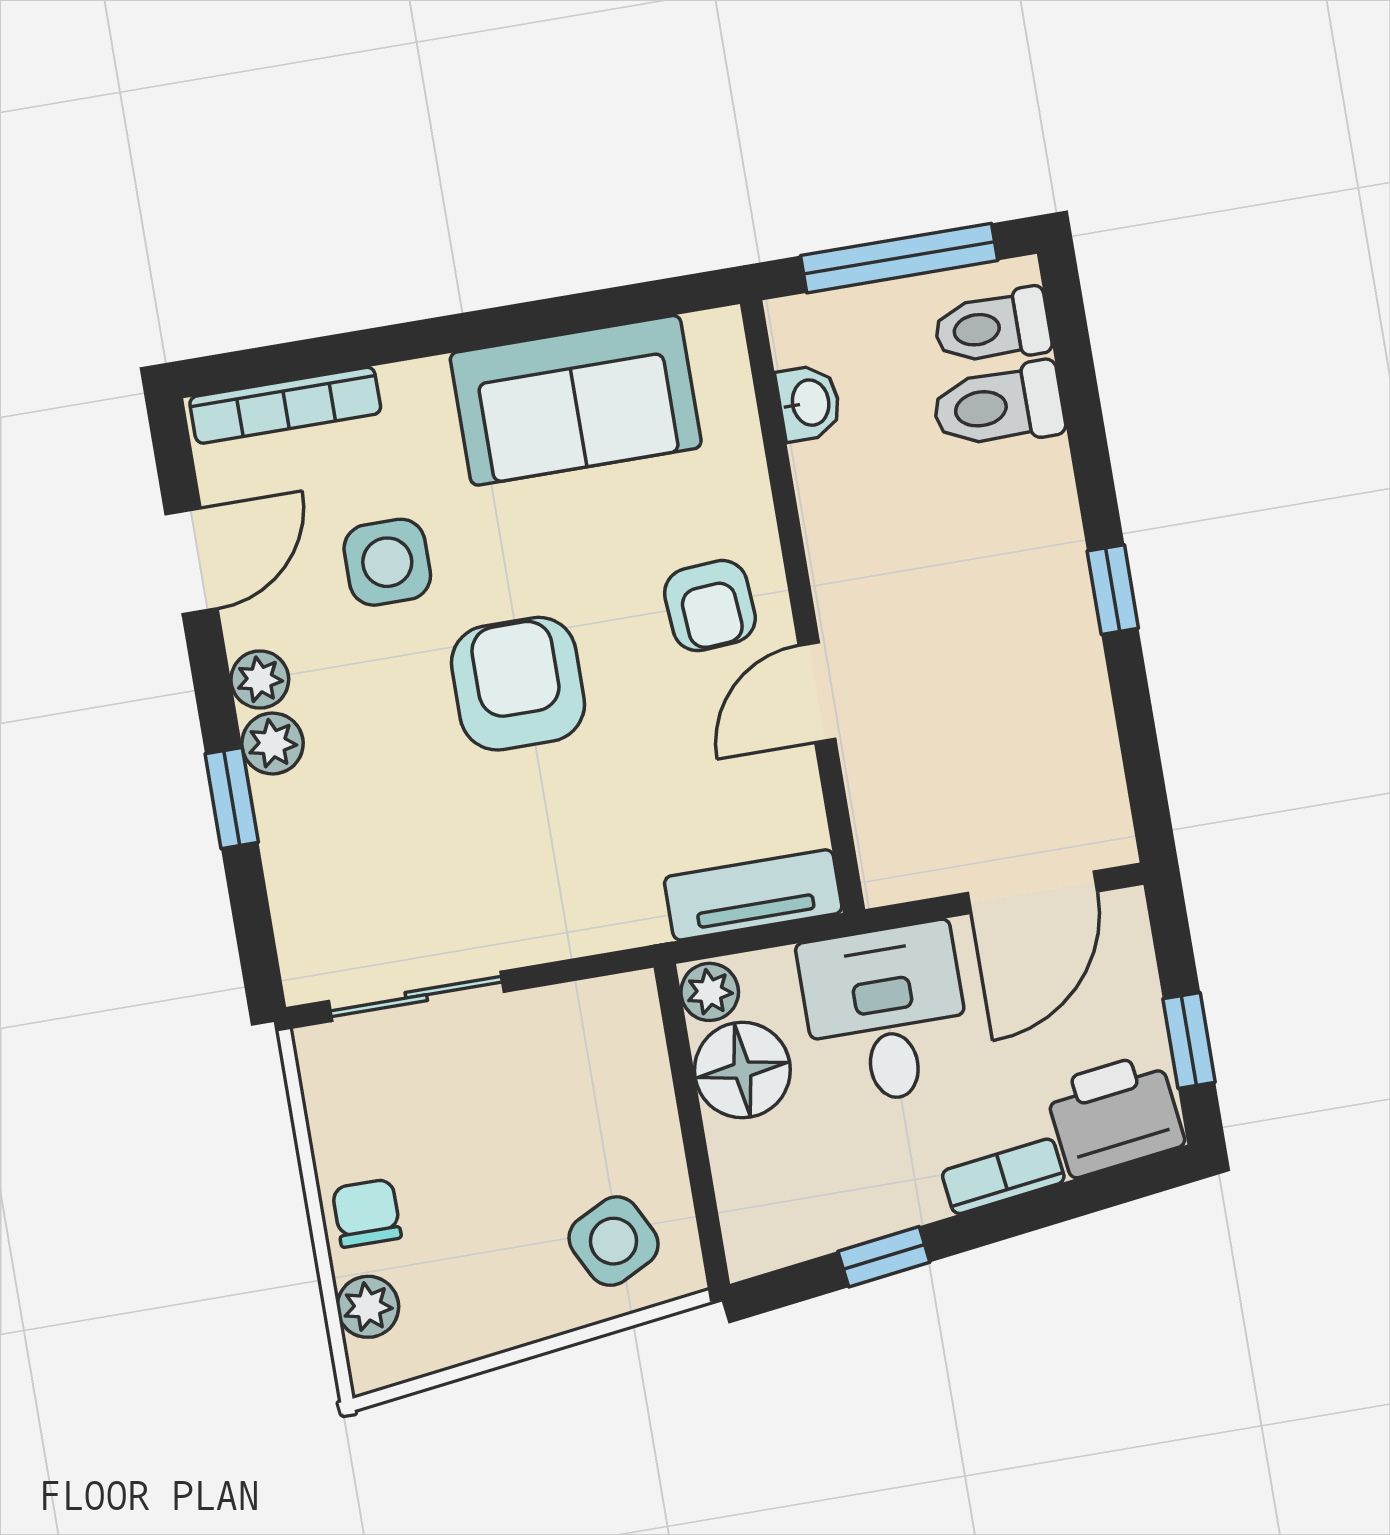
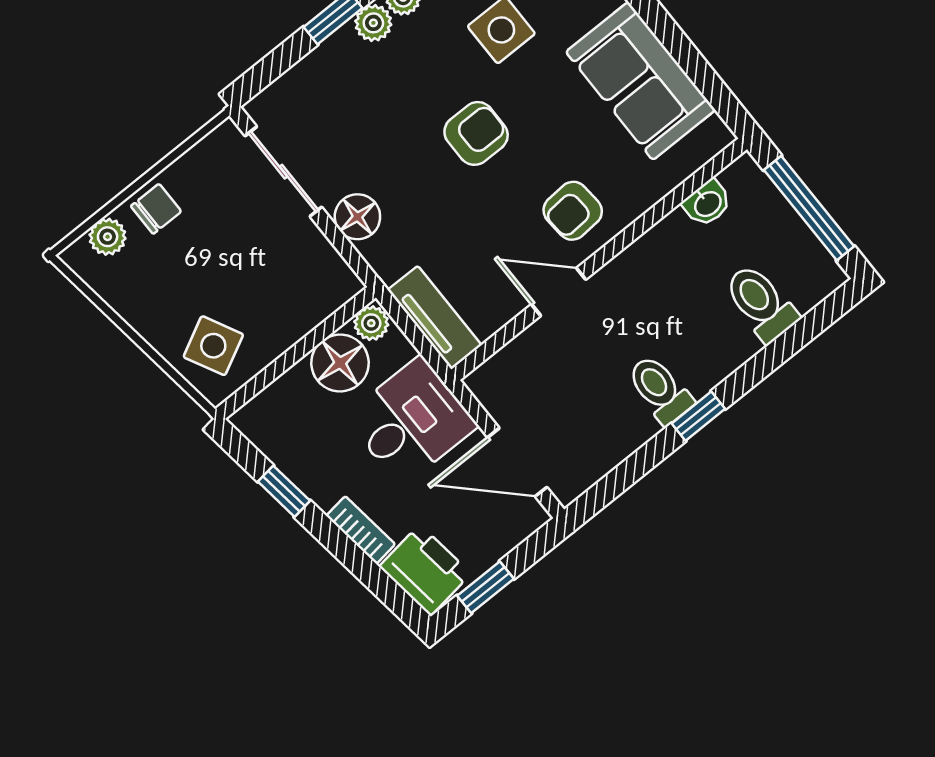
toilet: (992, 327) -> (660, 390), moved
armchair: (518, 684) -> (476, 133), width x0.72, depth x0.72
floor lamp: (543, 925) -> (357, 217), added

